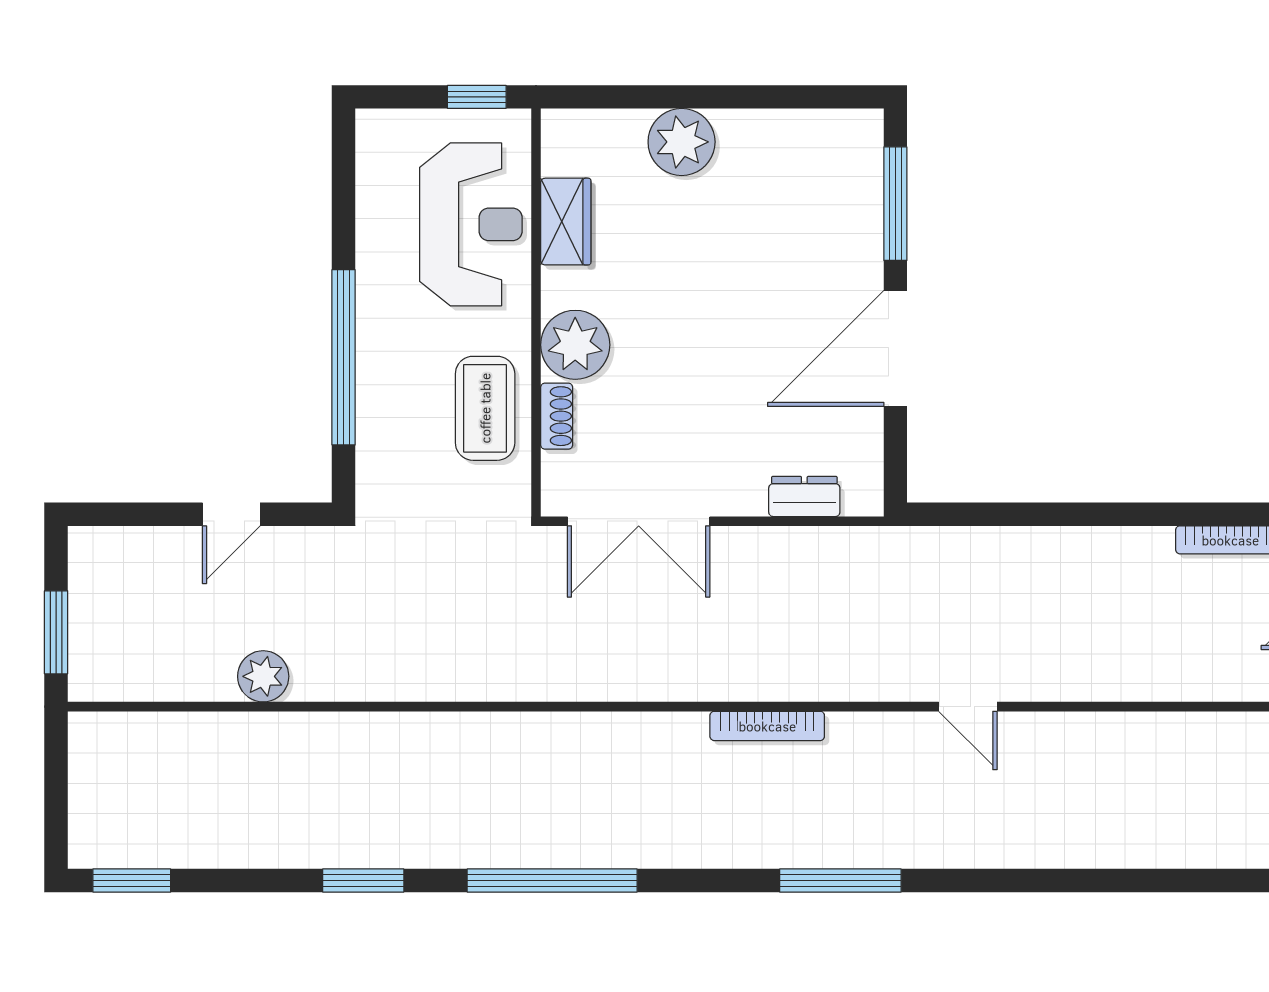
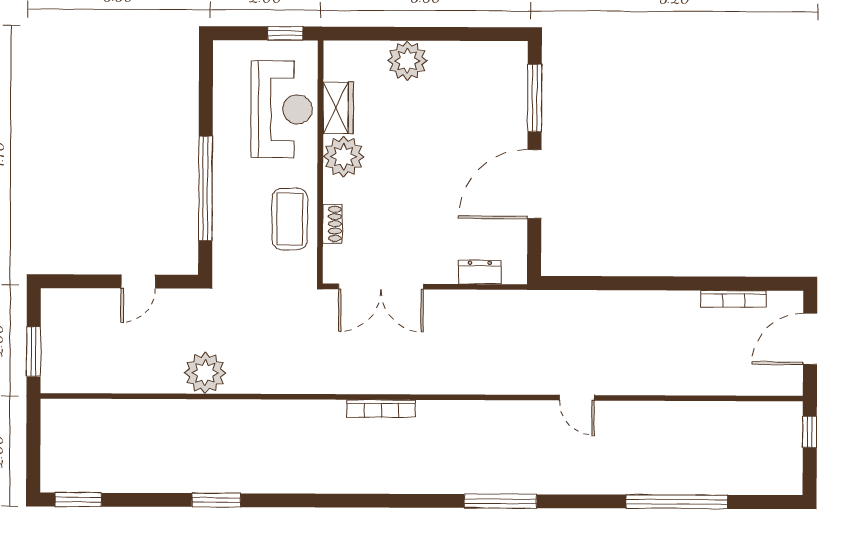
plant: (575, 345) -> (344, 157), moved
plant: (263, 676) -> (205, 373), moved, width x1.36, depth x1.36
bookcase: (767, 726) -> (381, 409), moved
window: (552, 881) -> (677, 502), moved

